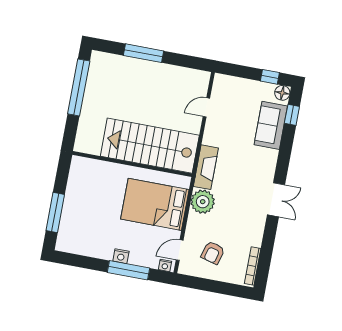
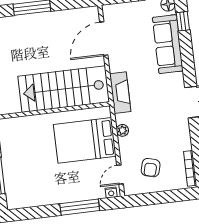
door: (206, 107) -> (104, 39), width x1.88
sofa: (271, 125) -> (168, 44), width x1.36
plant: (203, 202) -> (122, 130), width x0.53, depth x0.53
nightstand: (121, 256) -> (69, 197), removed

